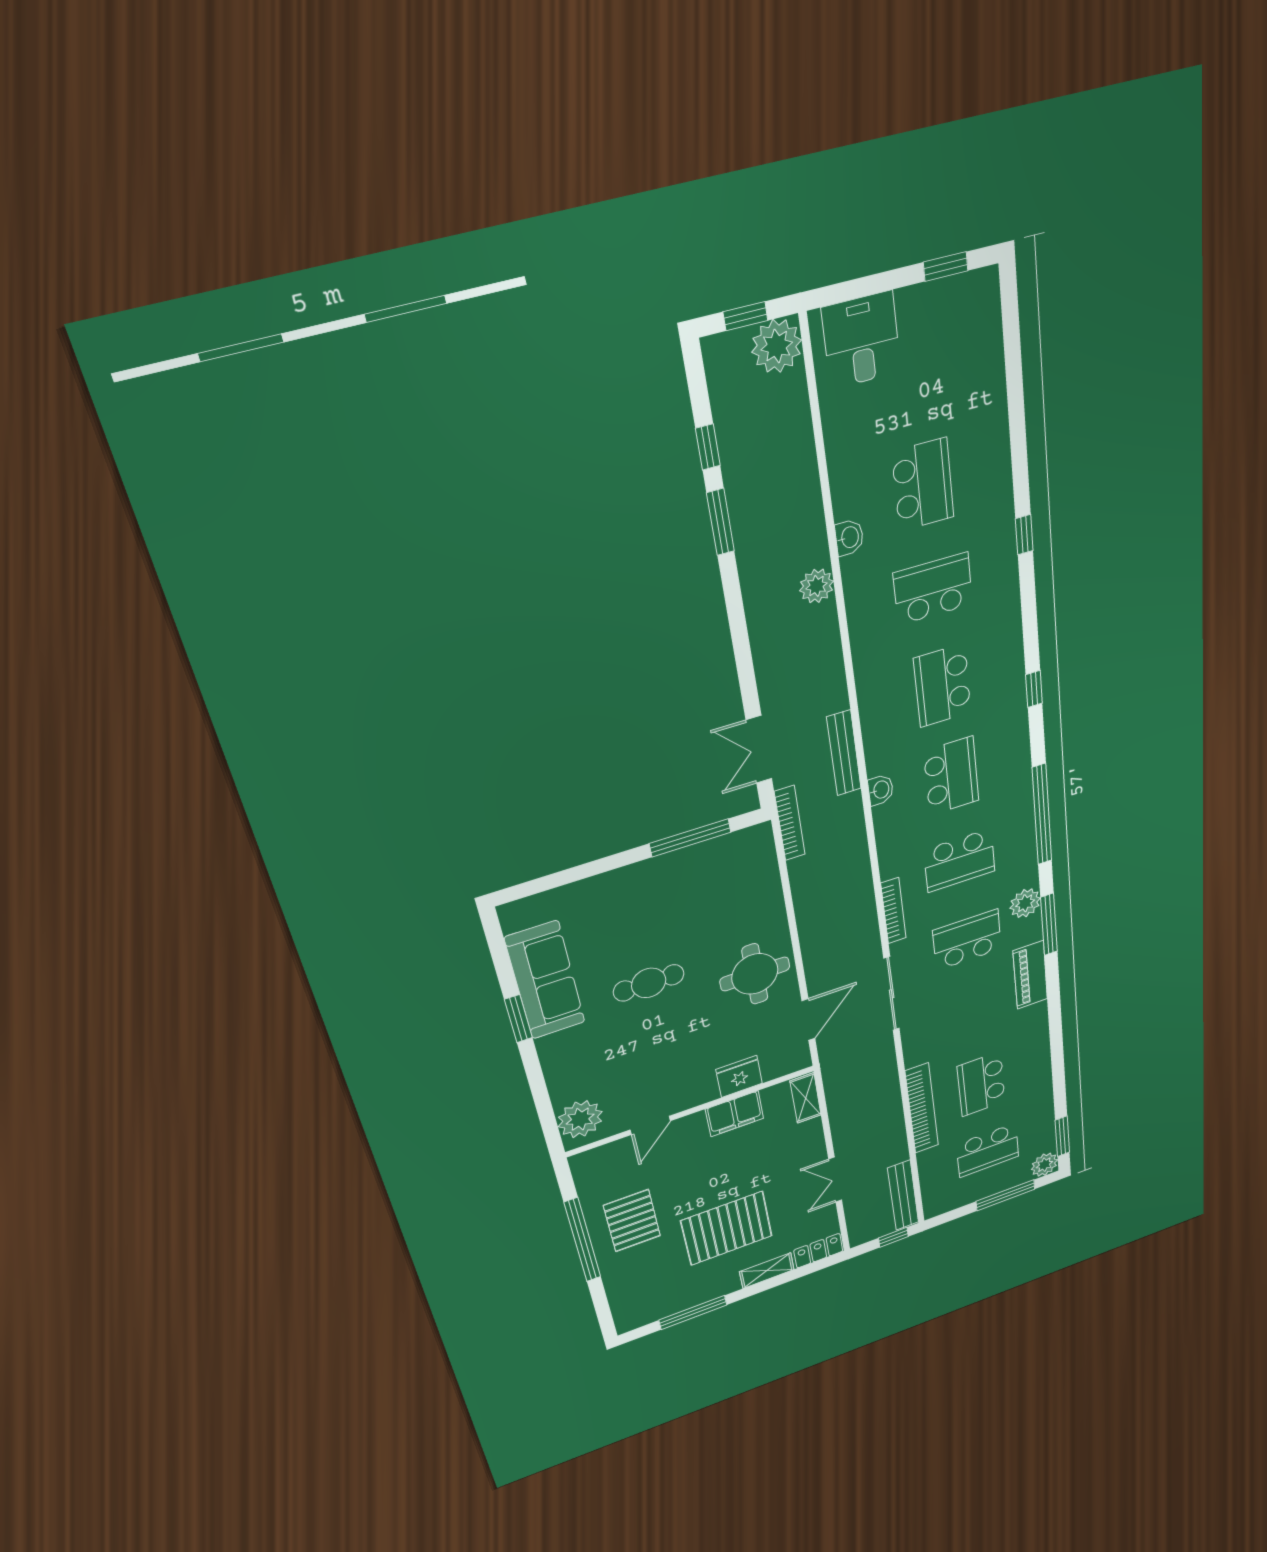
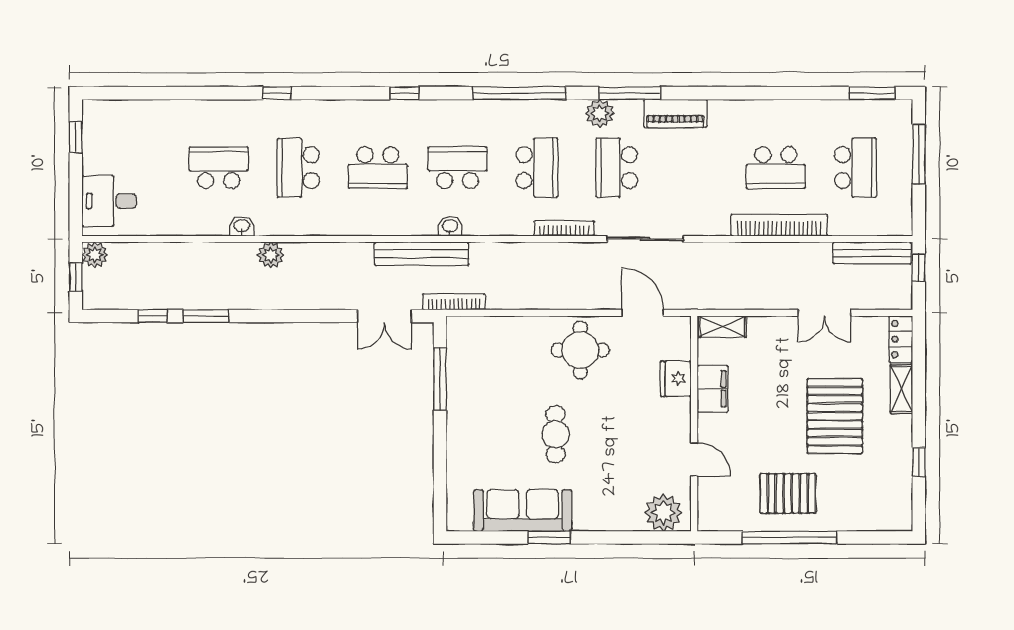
plant: (777, 346) -> (95, 255), width x0.73, depth x0.73
bench: (844, 753) -> (421, 254), width x1.37, depth x1.21
plant: (1044, 1165) -> (899, 113), removed
window: (693, 1312) -> (919, 462), width x0.46

